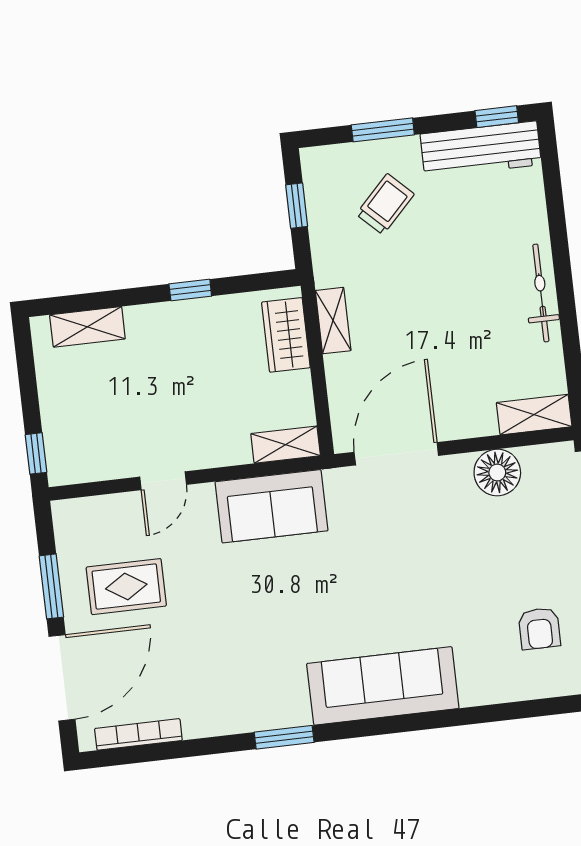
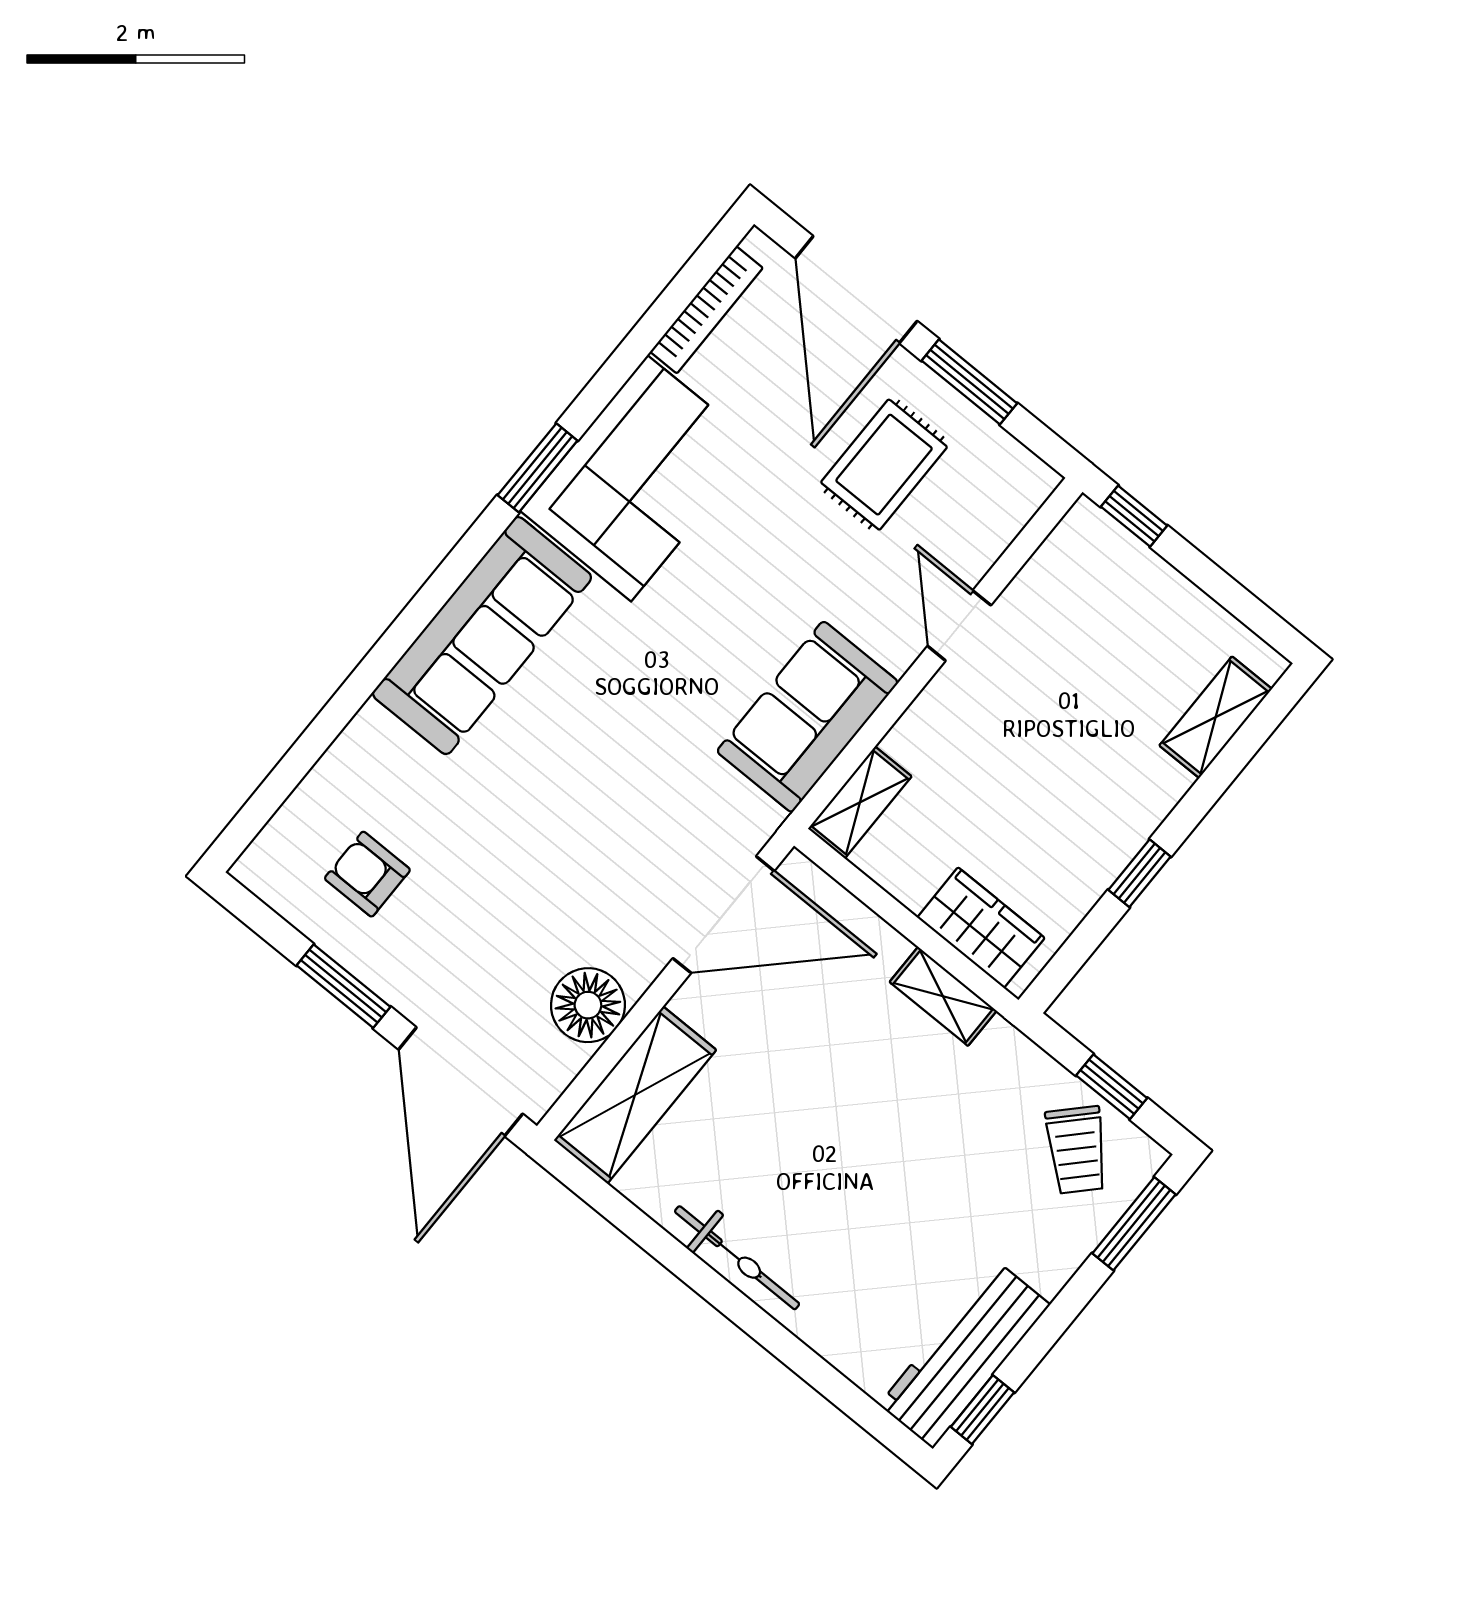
window: (383, 130) -> (1134, 1224), moved
trolley: (385, 204) -> (1077, 1150), moved
shelving: (534, 415) -> (635, 1095), width x1.50, depth x1.33
door: (396, 454) -> (724, 915), hinge flipped
corner sofa: (243, 688) -> (639, 478), added

